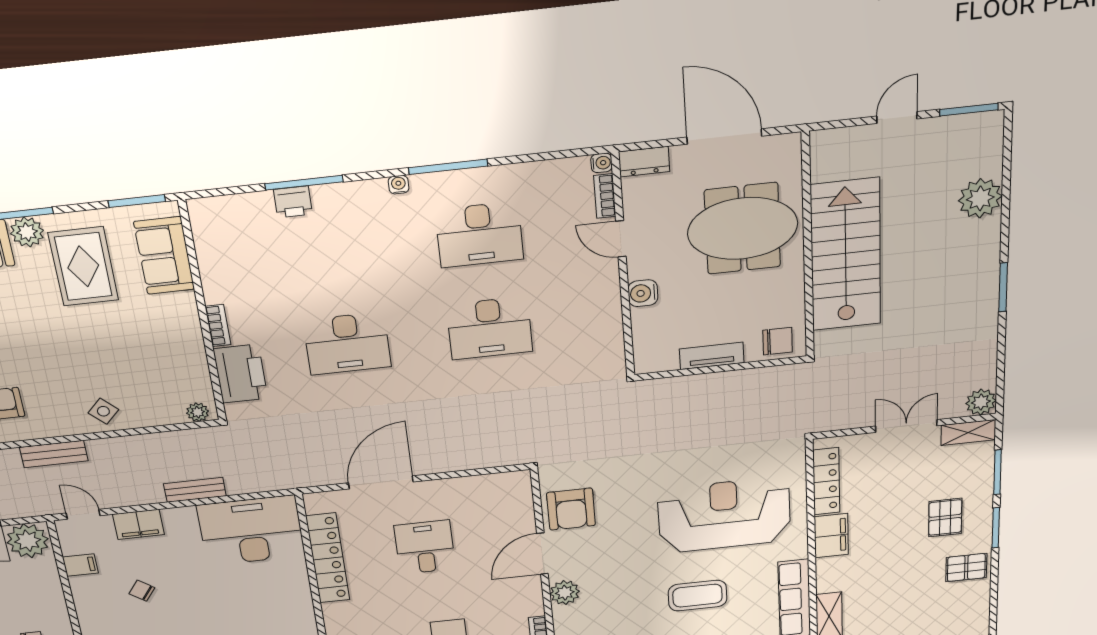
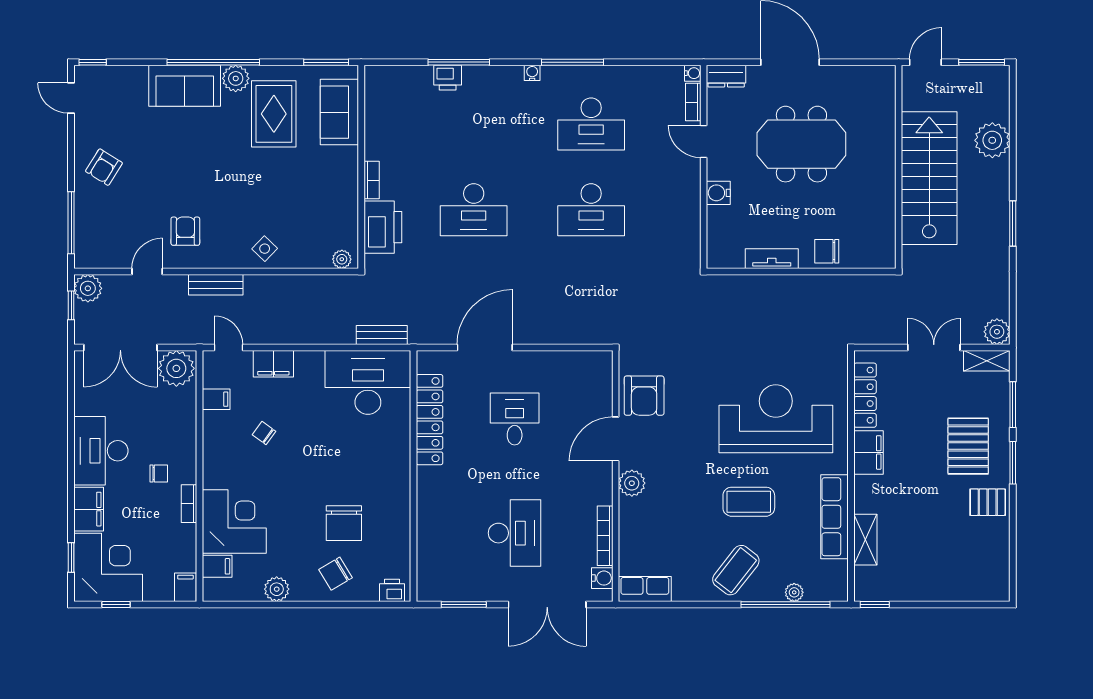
wall: (808, 247) -> (899, 167), moved
stairs: (846, 255) -> (929, 178), moved
chair: (778, 341) -> (827, 251), turned 180
bench: (195, 490) -> (382, 335), moved
pallet: (945, 517) -> (968, 446), width x1.50, depth x1.42

